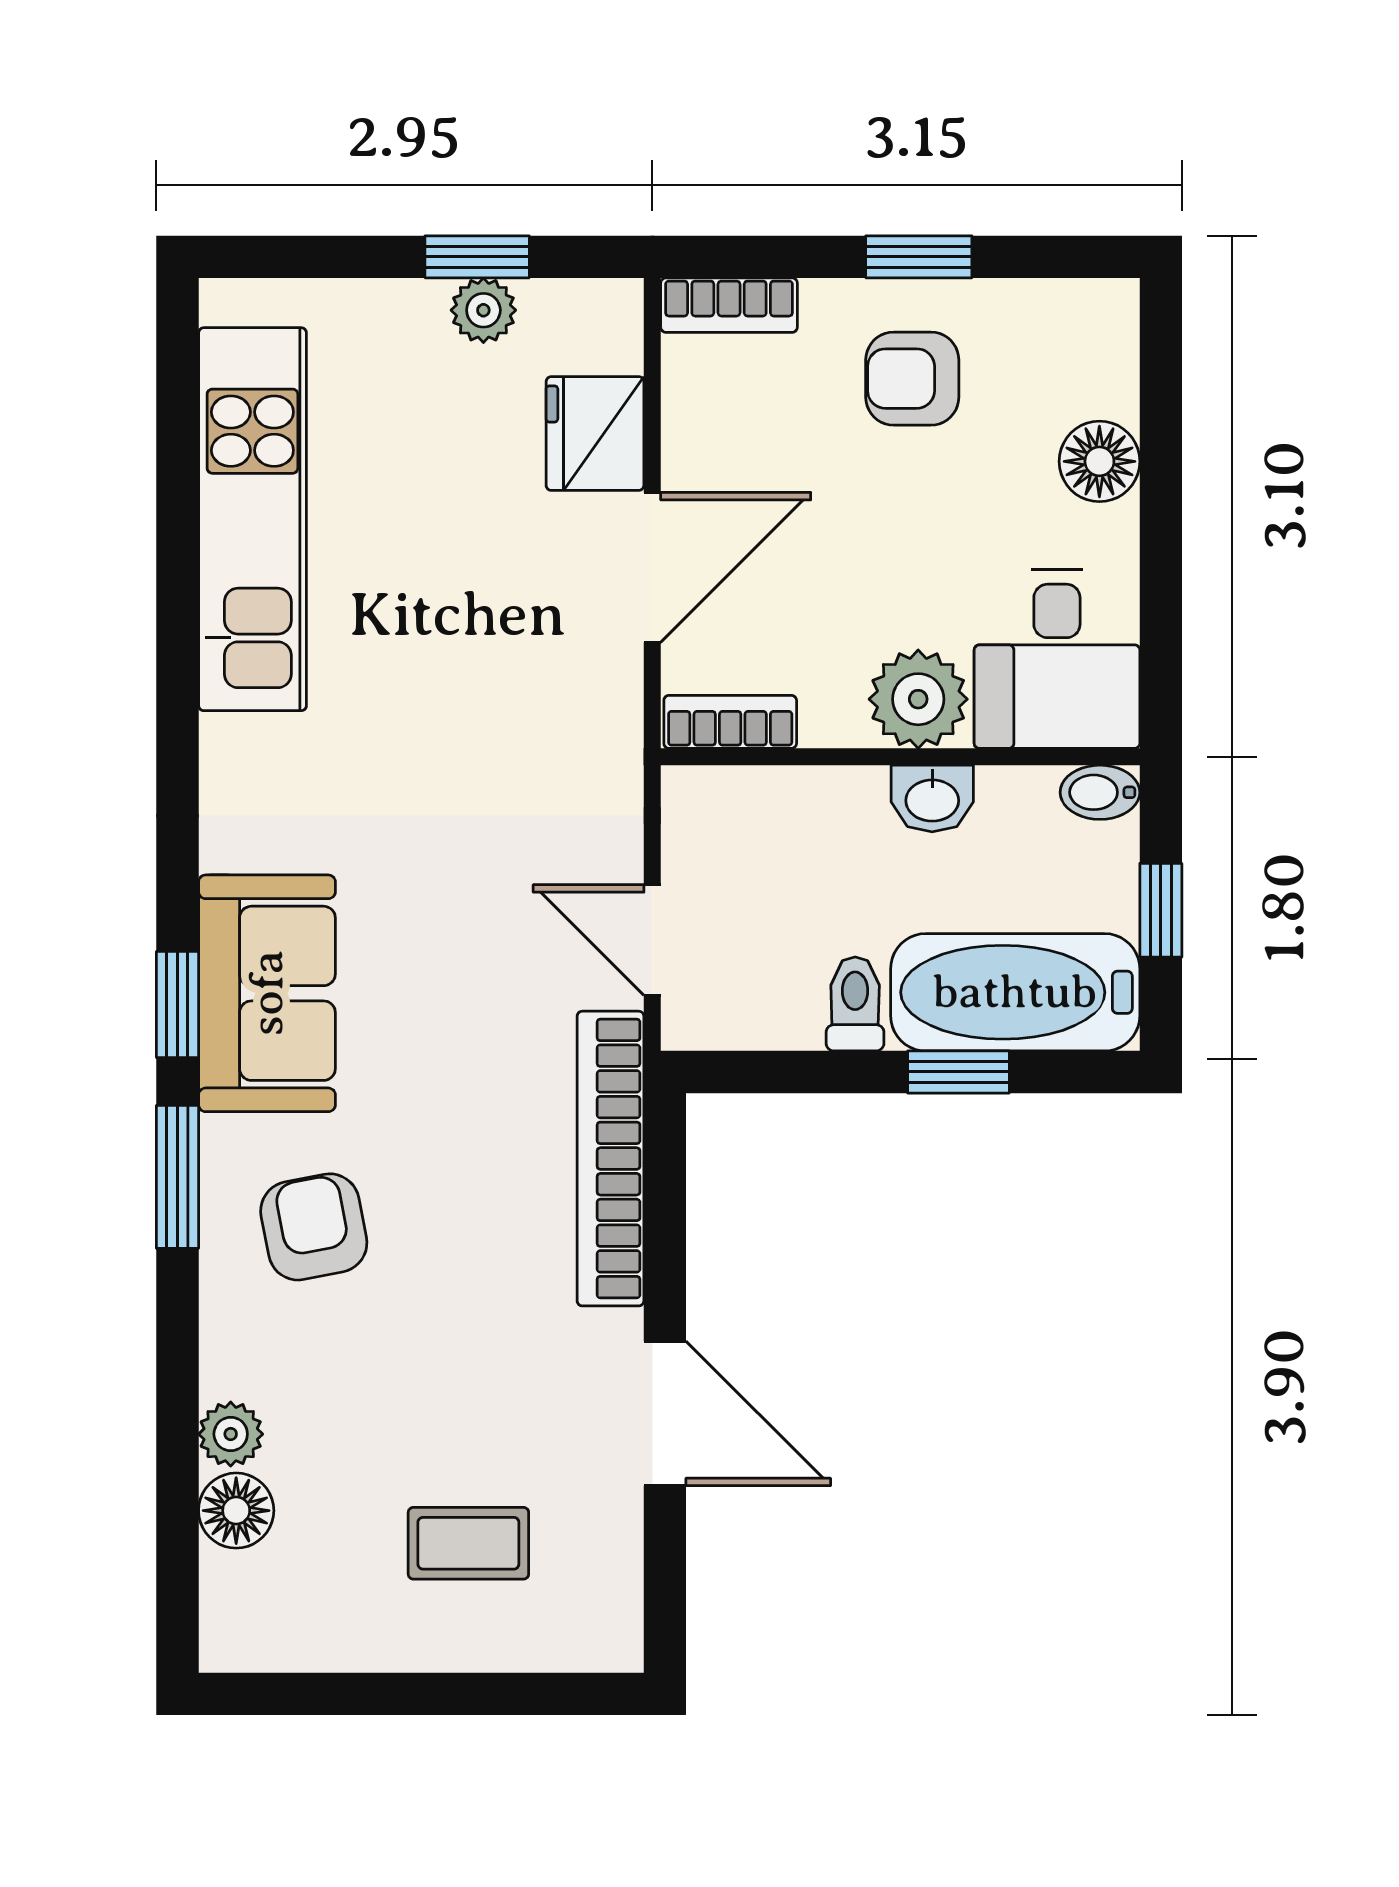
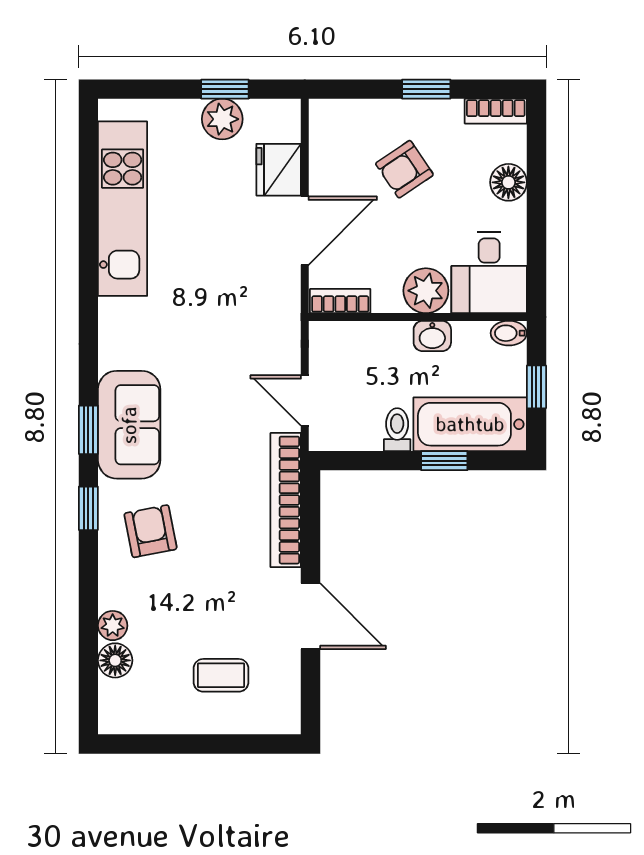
bookcase: (729, 305) -> (496, 111), moved
plant: (483, 310) -> (222, 119), width x1.38, depth x1.38
armchair: (912, 379) -> (404, 169), moved, turned -34
window: (177, 1177) -> (88, 508), width x0.67

